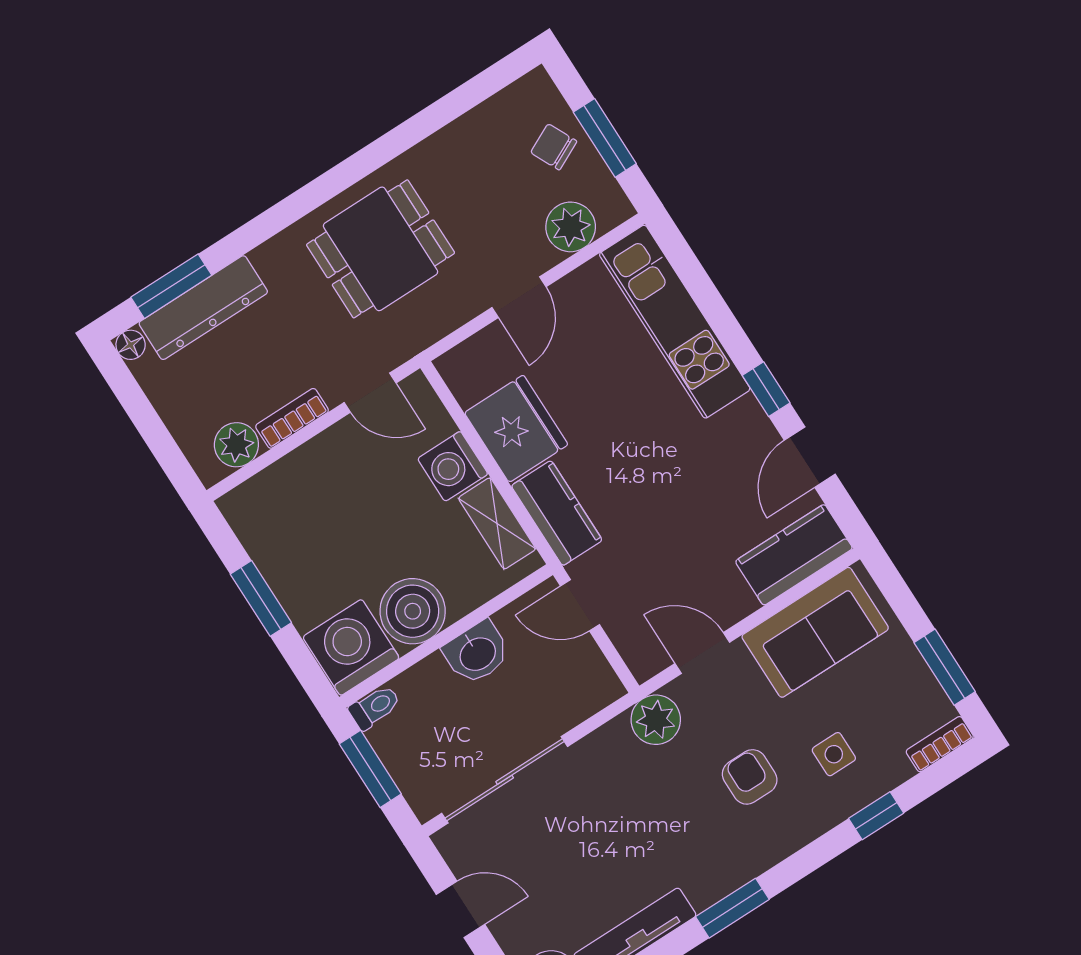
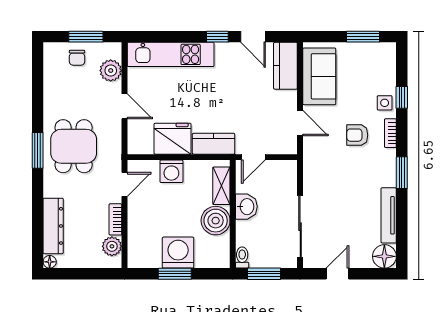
chair: (554, 147) -> (77, 58), turned -64
window: (171, 286) -> (38, 150), moved
shelving: (497, 523) -> (221, 186), moved, turned 90
washing machine: (351, 647) -> (178, 253), moved, turned 90
door: (702, 653) -> (300, 123), swing flipped
plant: (656, 720) -> (314, 156), removed
bookcase: (940, 744) -> (390, 133), moved
side table: (834, 754) -> (385, 103), moved

